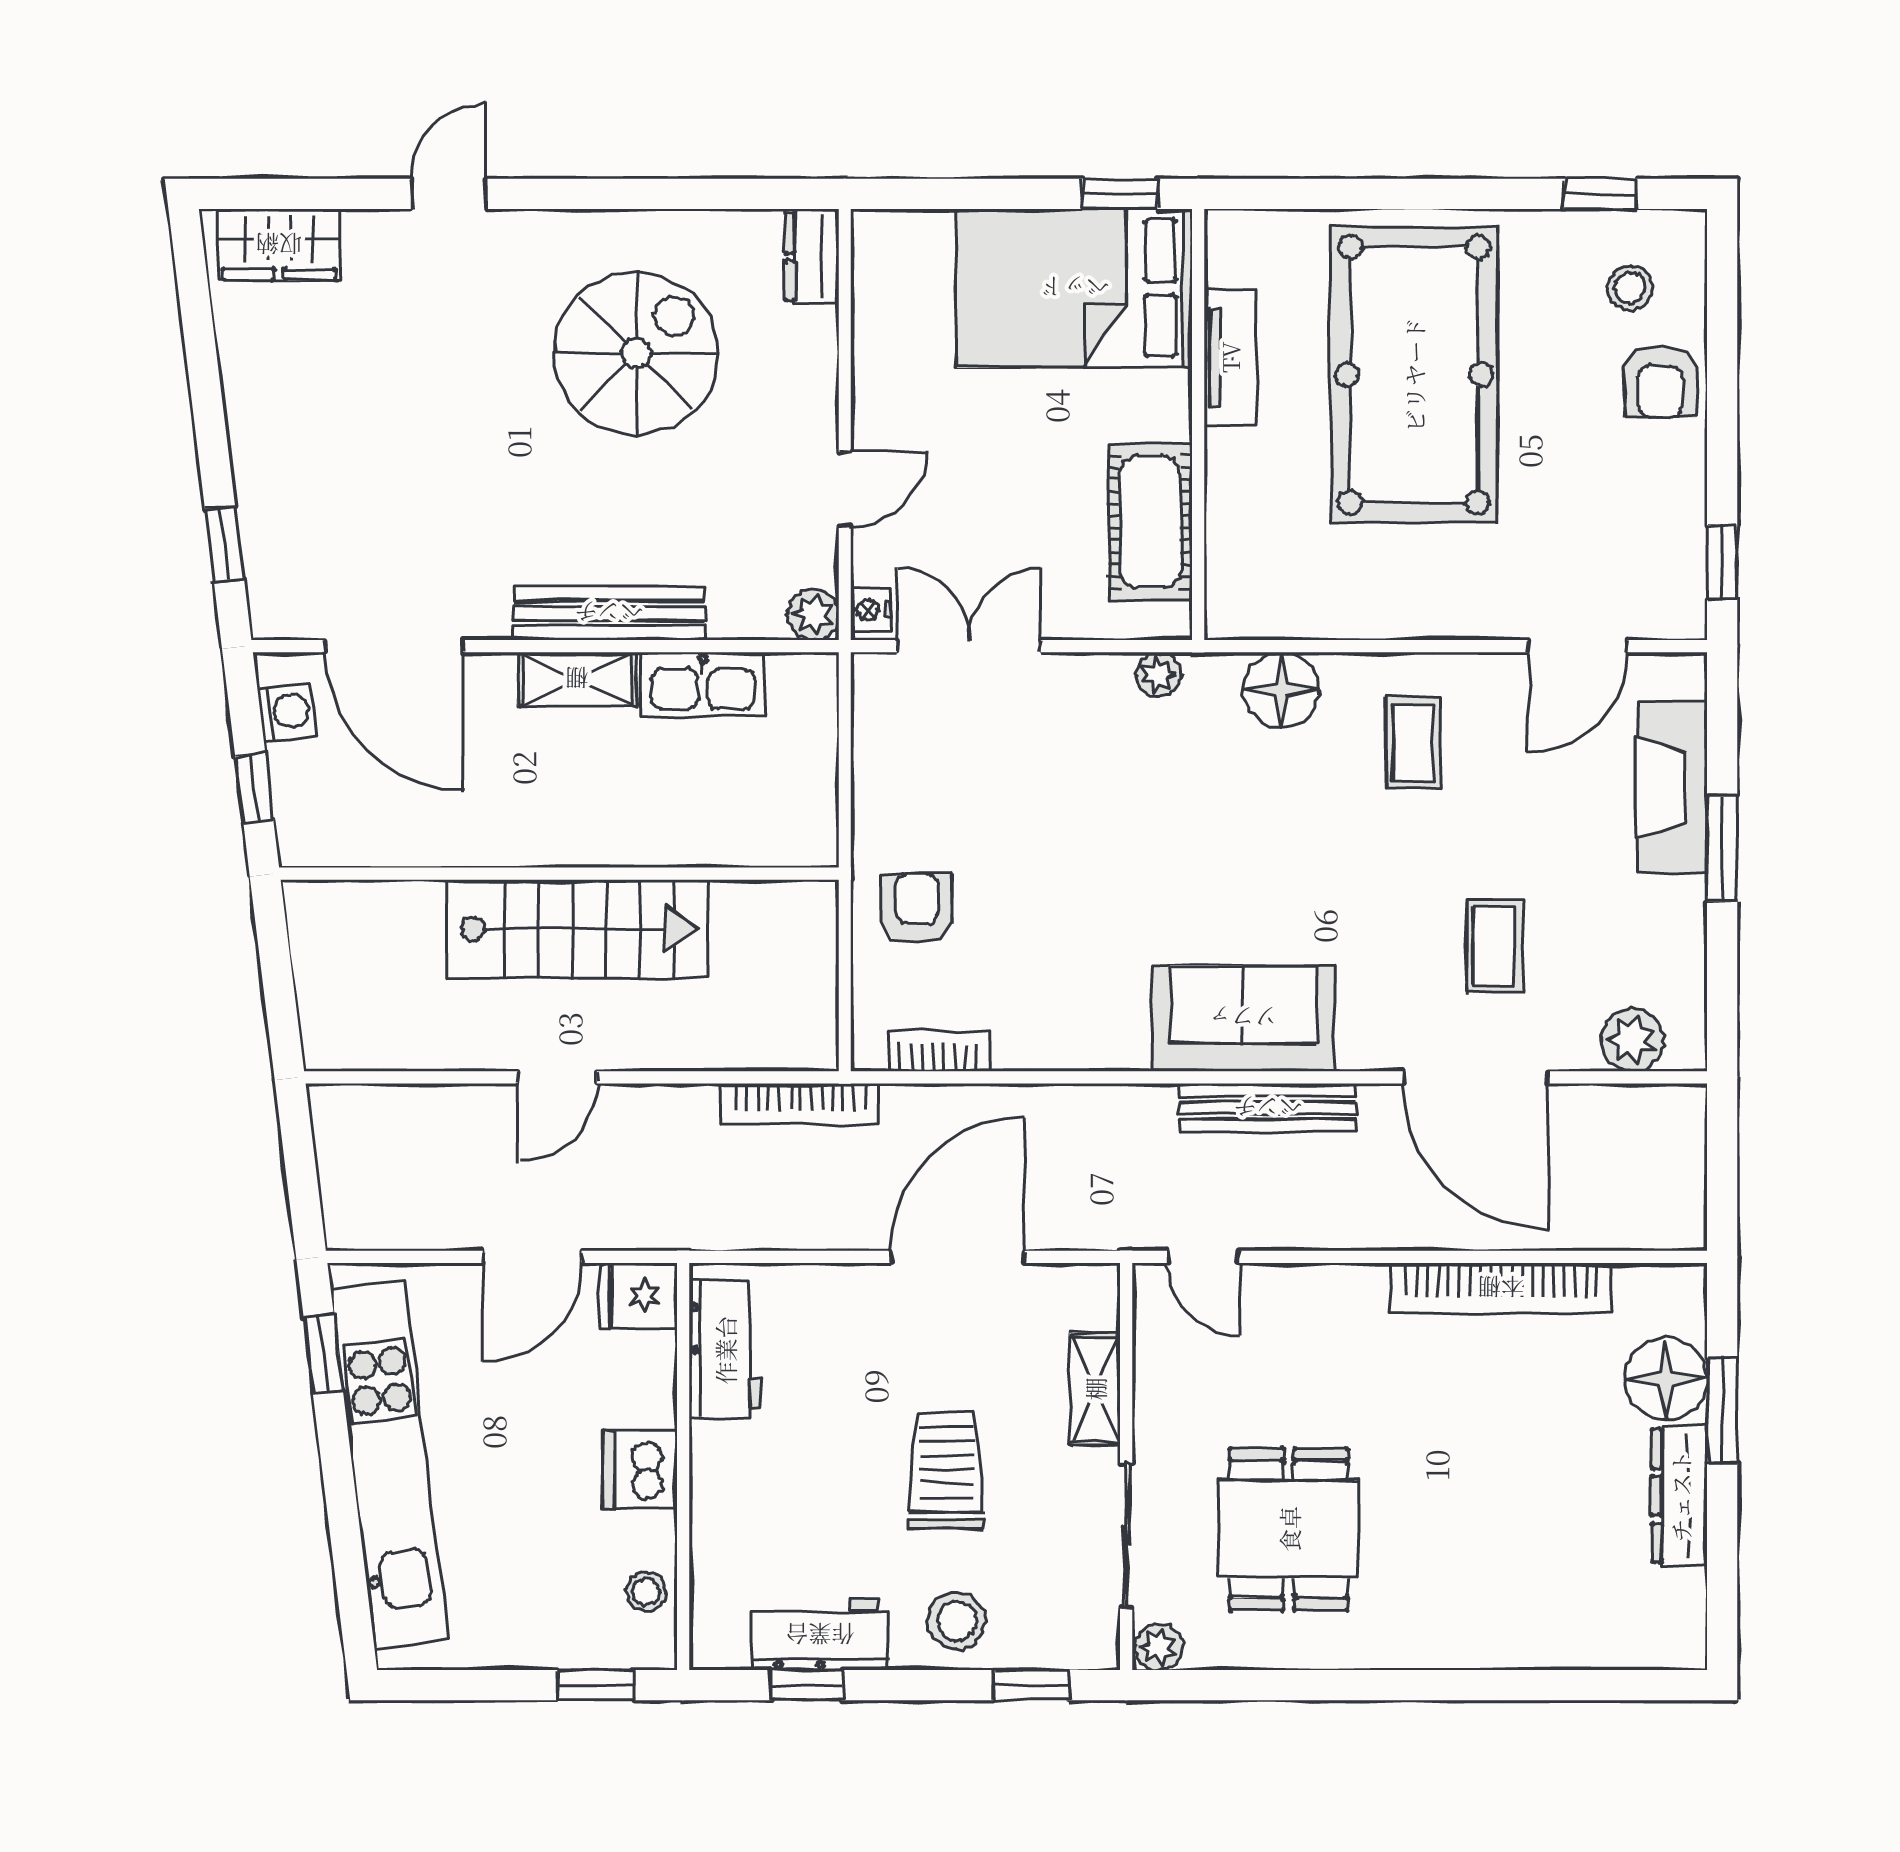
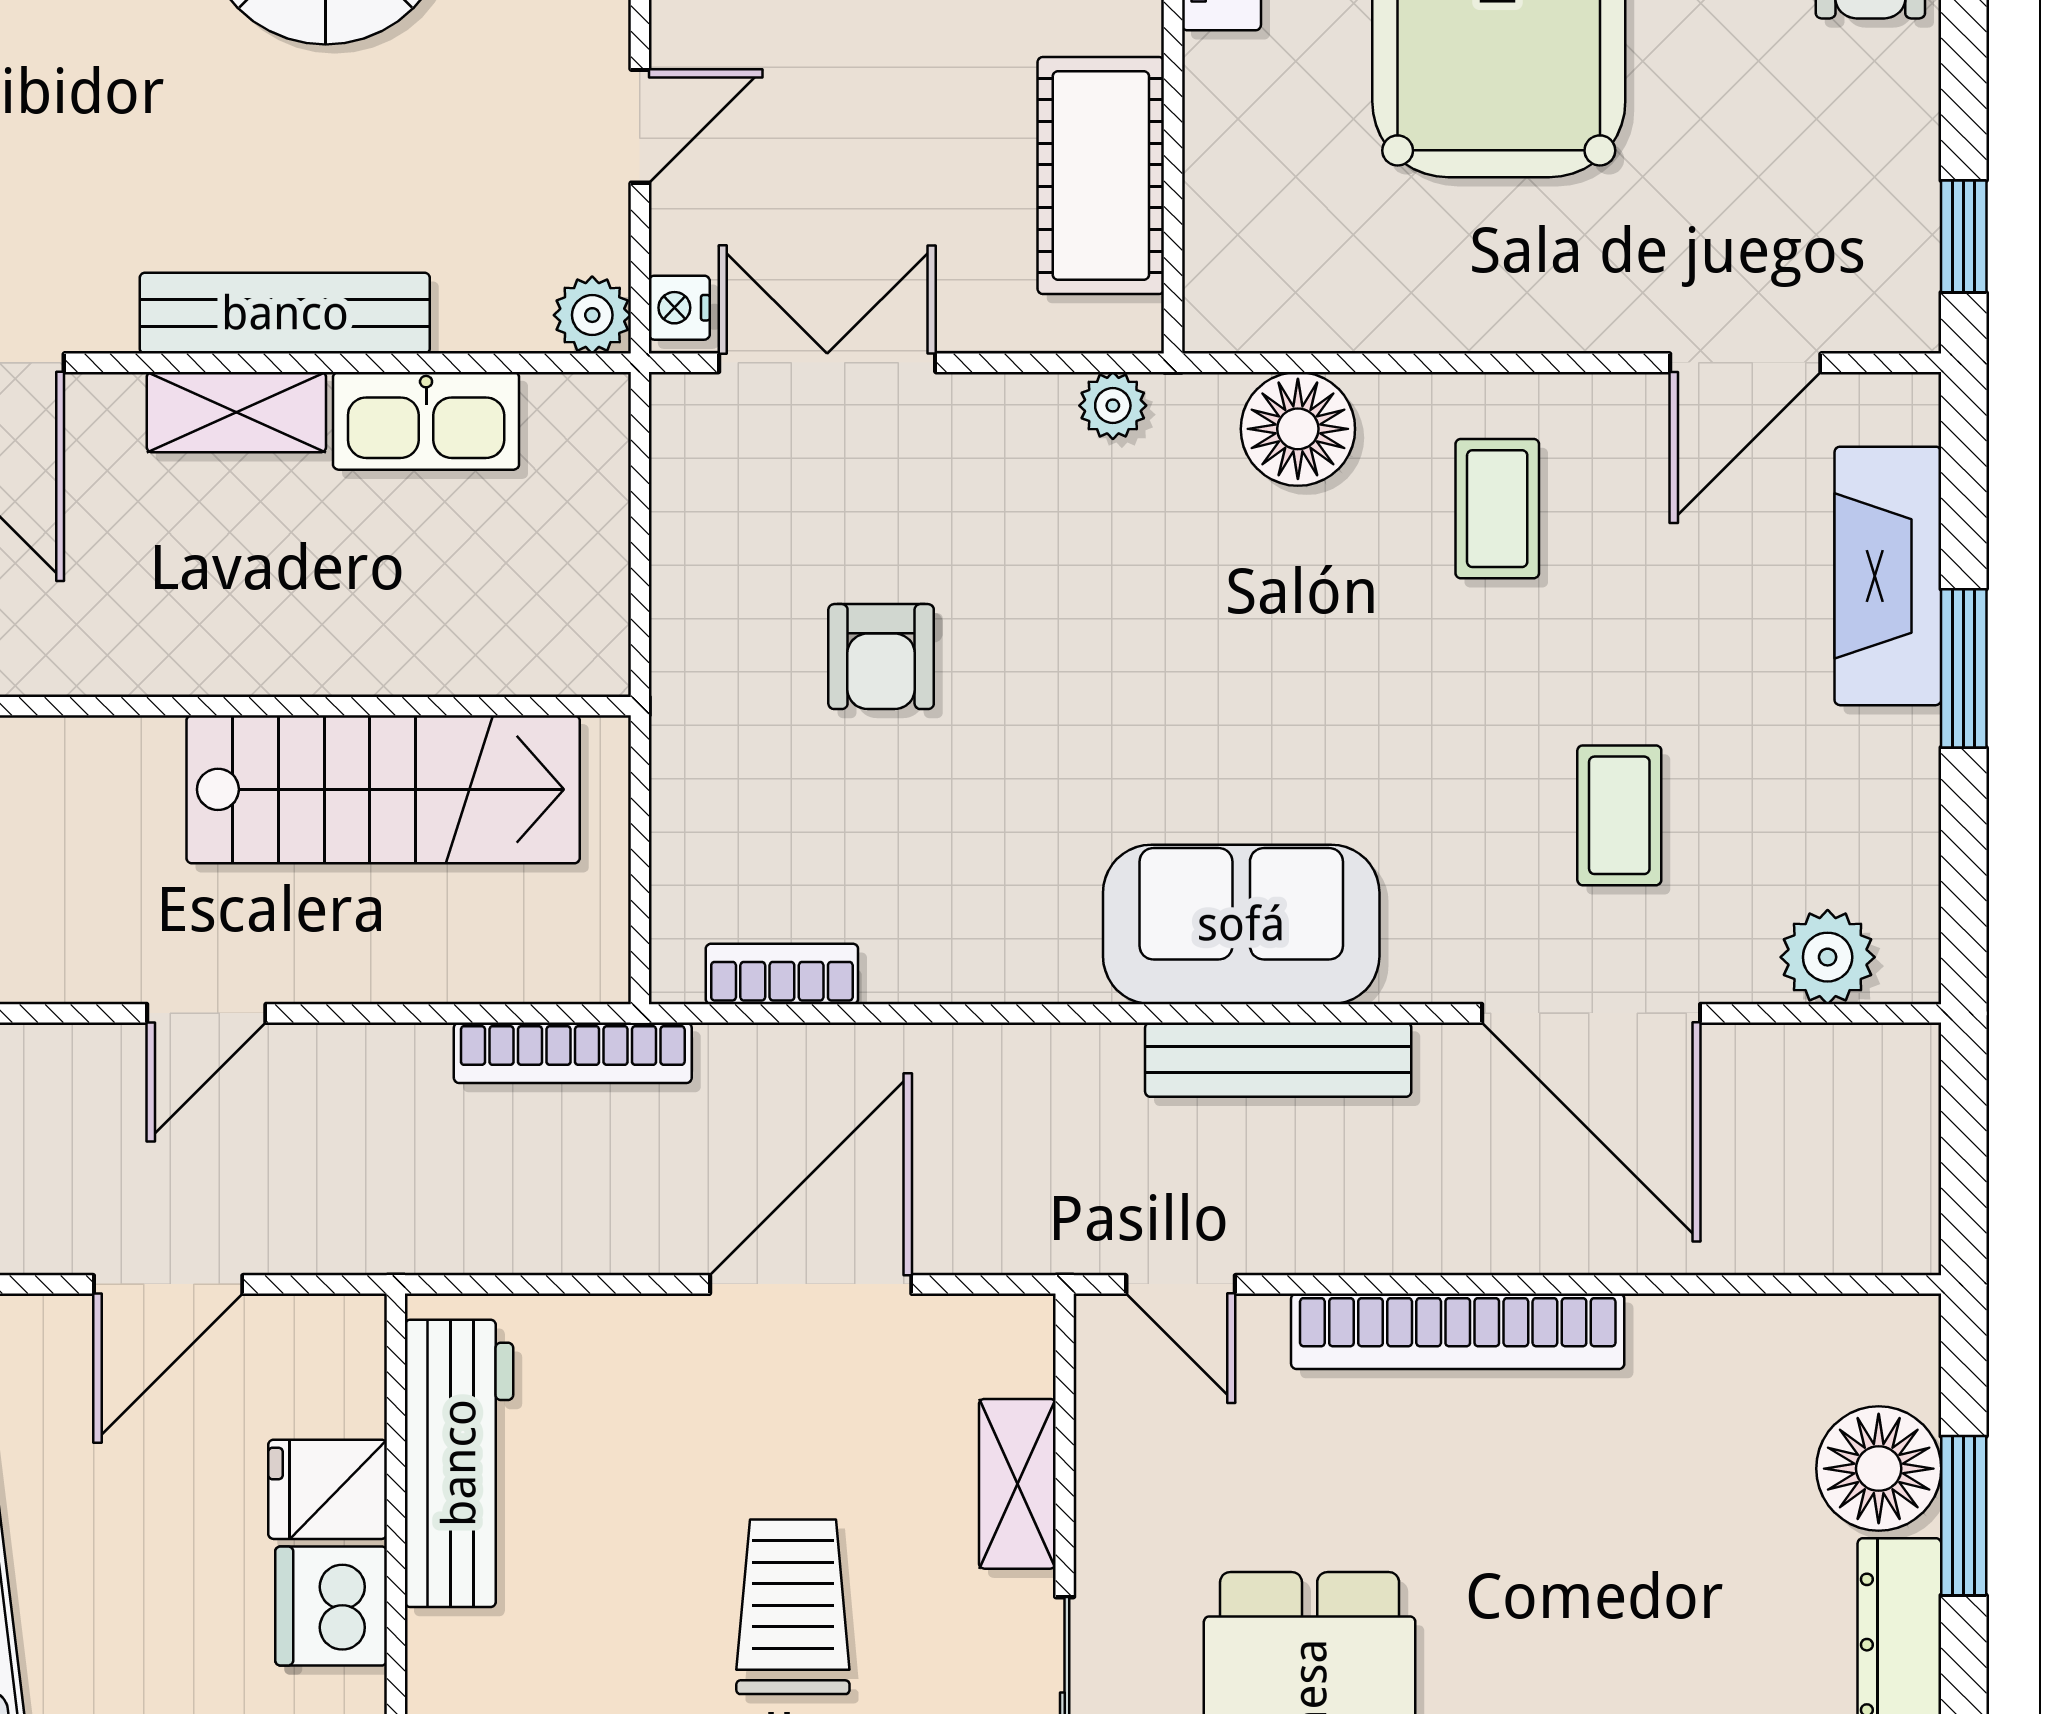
armchair: (917, 908) -> (881, 657), moved, turned 180
stairs: (577, 929) -> (383, 789), moved
bookcase: (1501, 1288) -> (1458, 1331), moved
fridge: (638, 1296) -> (328, 1489), moved
workbench: (725, 1350) -> (459, 1463), width x1.38

